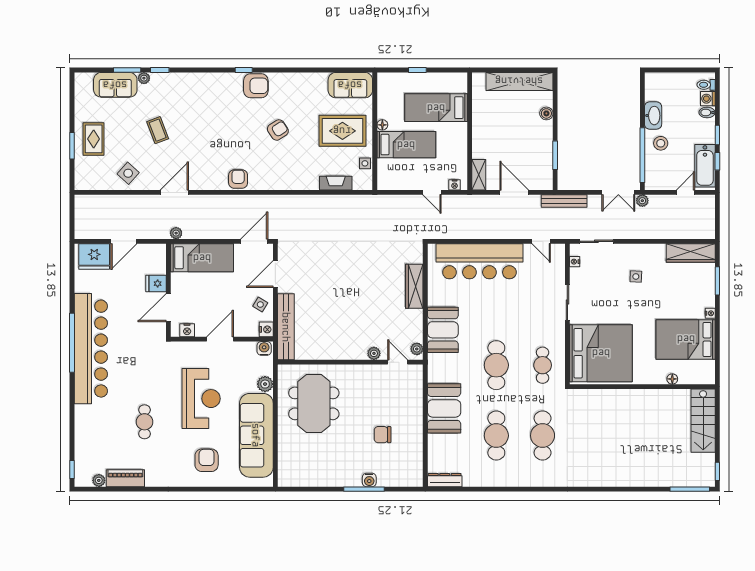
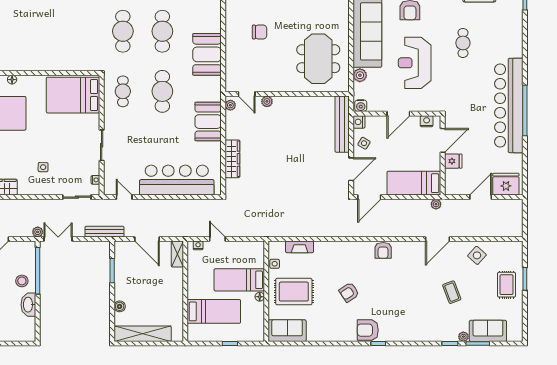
bed: (601, 353) -> (73, 95), width x0.73

